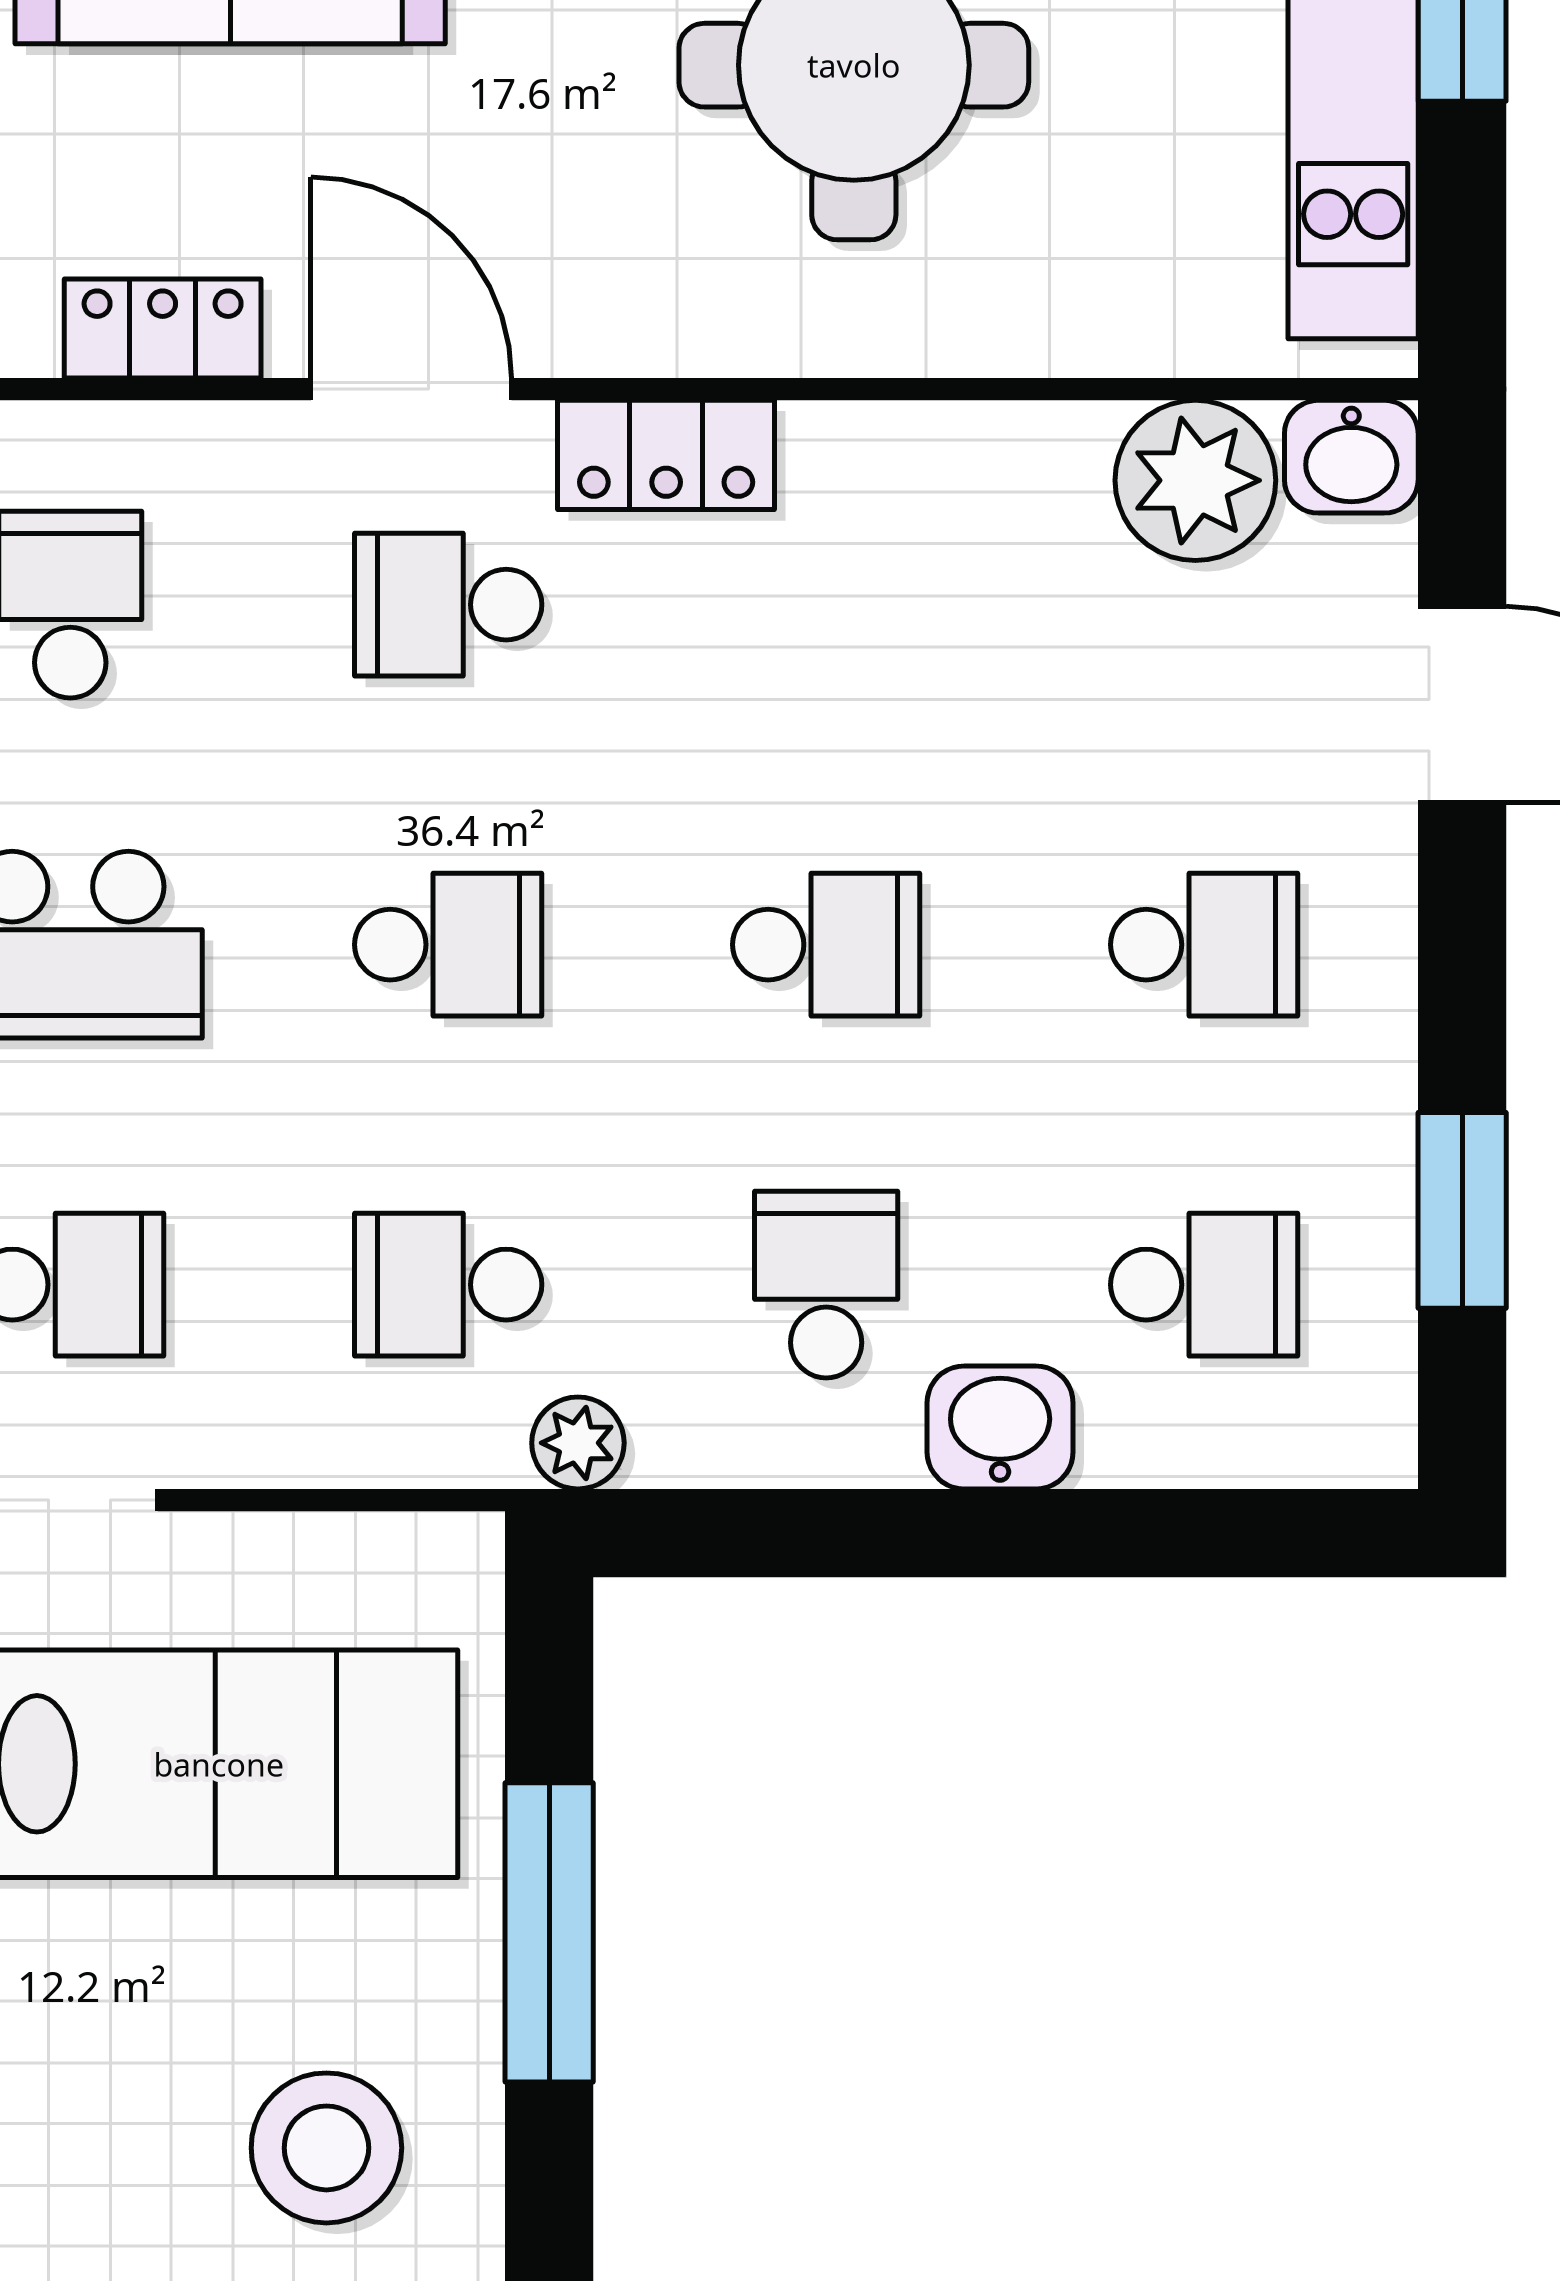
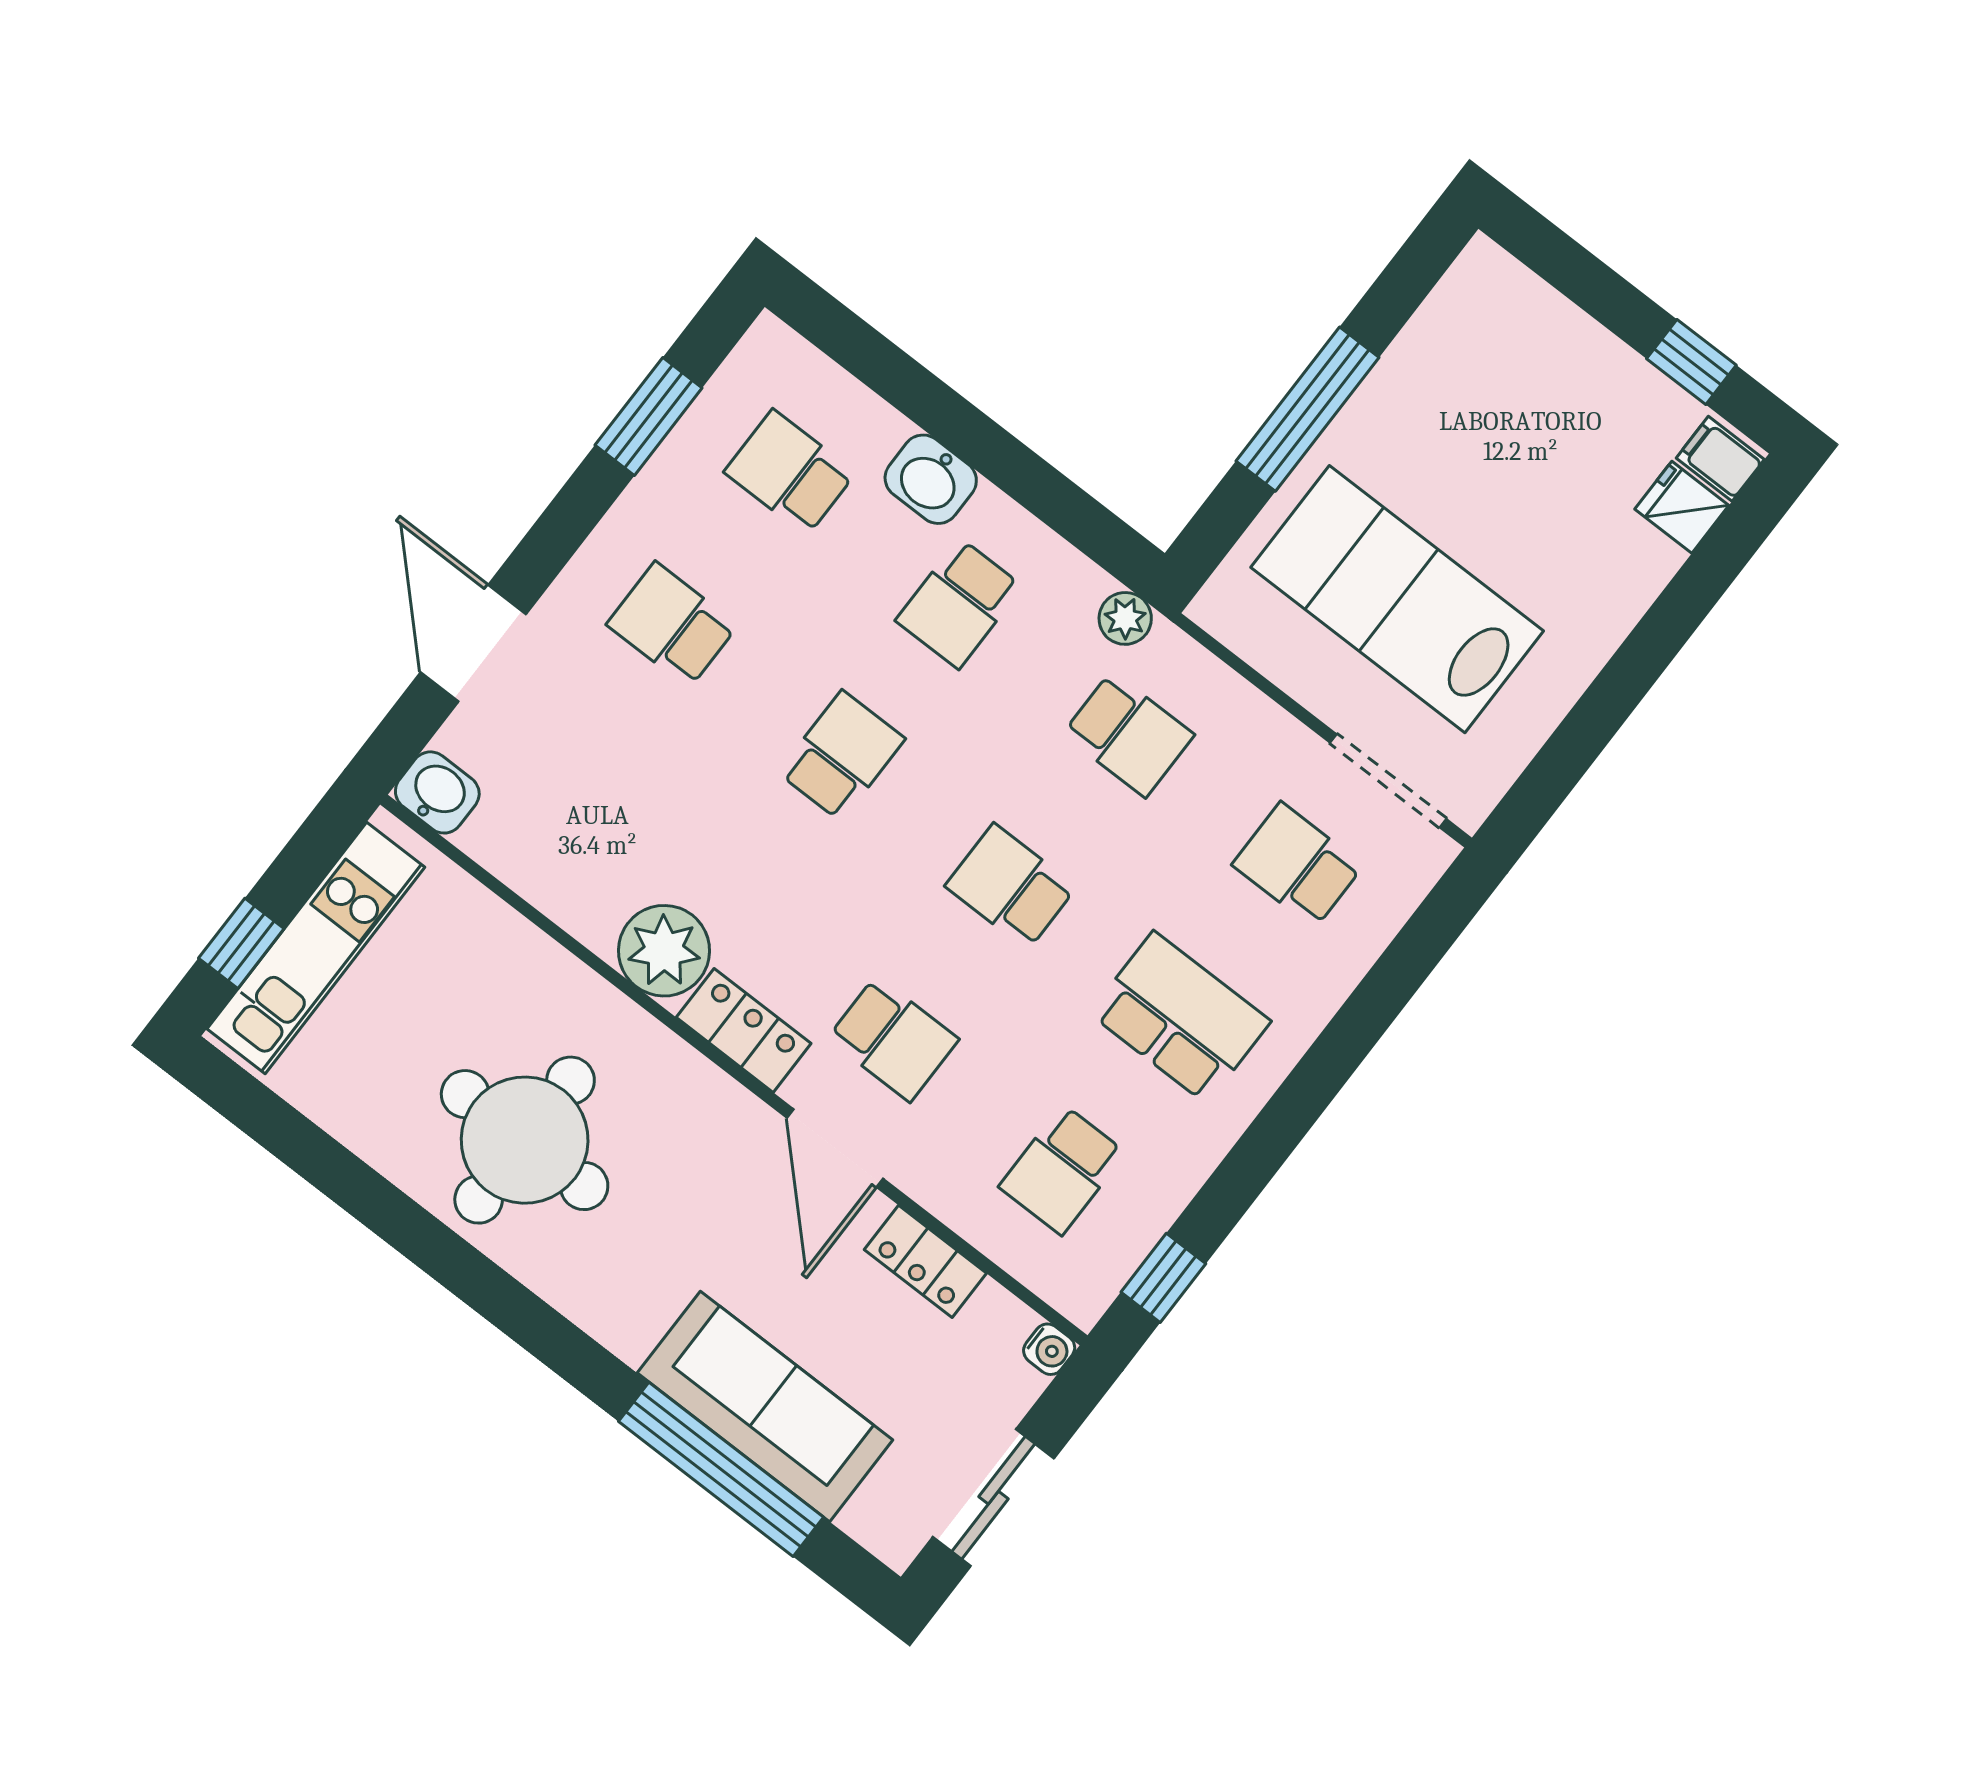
plant: (1195, 480) -> (664, 951), moved
school desk: (826, 945) -> (841, 756), turned 90
stool: (326, 2148) -> (1482, 390), removed

